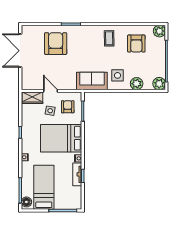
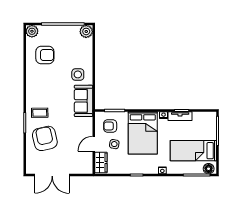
coffee table: (109, 38) -> (40, 113), moved
armchair: (56, 44) -> (45, 138), turned 77
plant: (137, 84) -> (86, 55), removed

